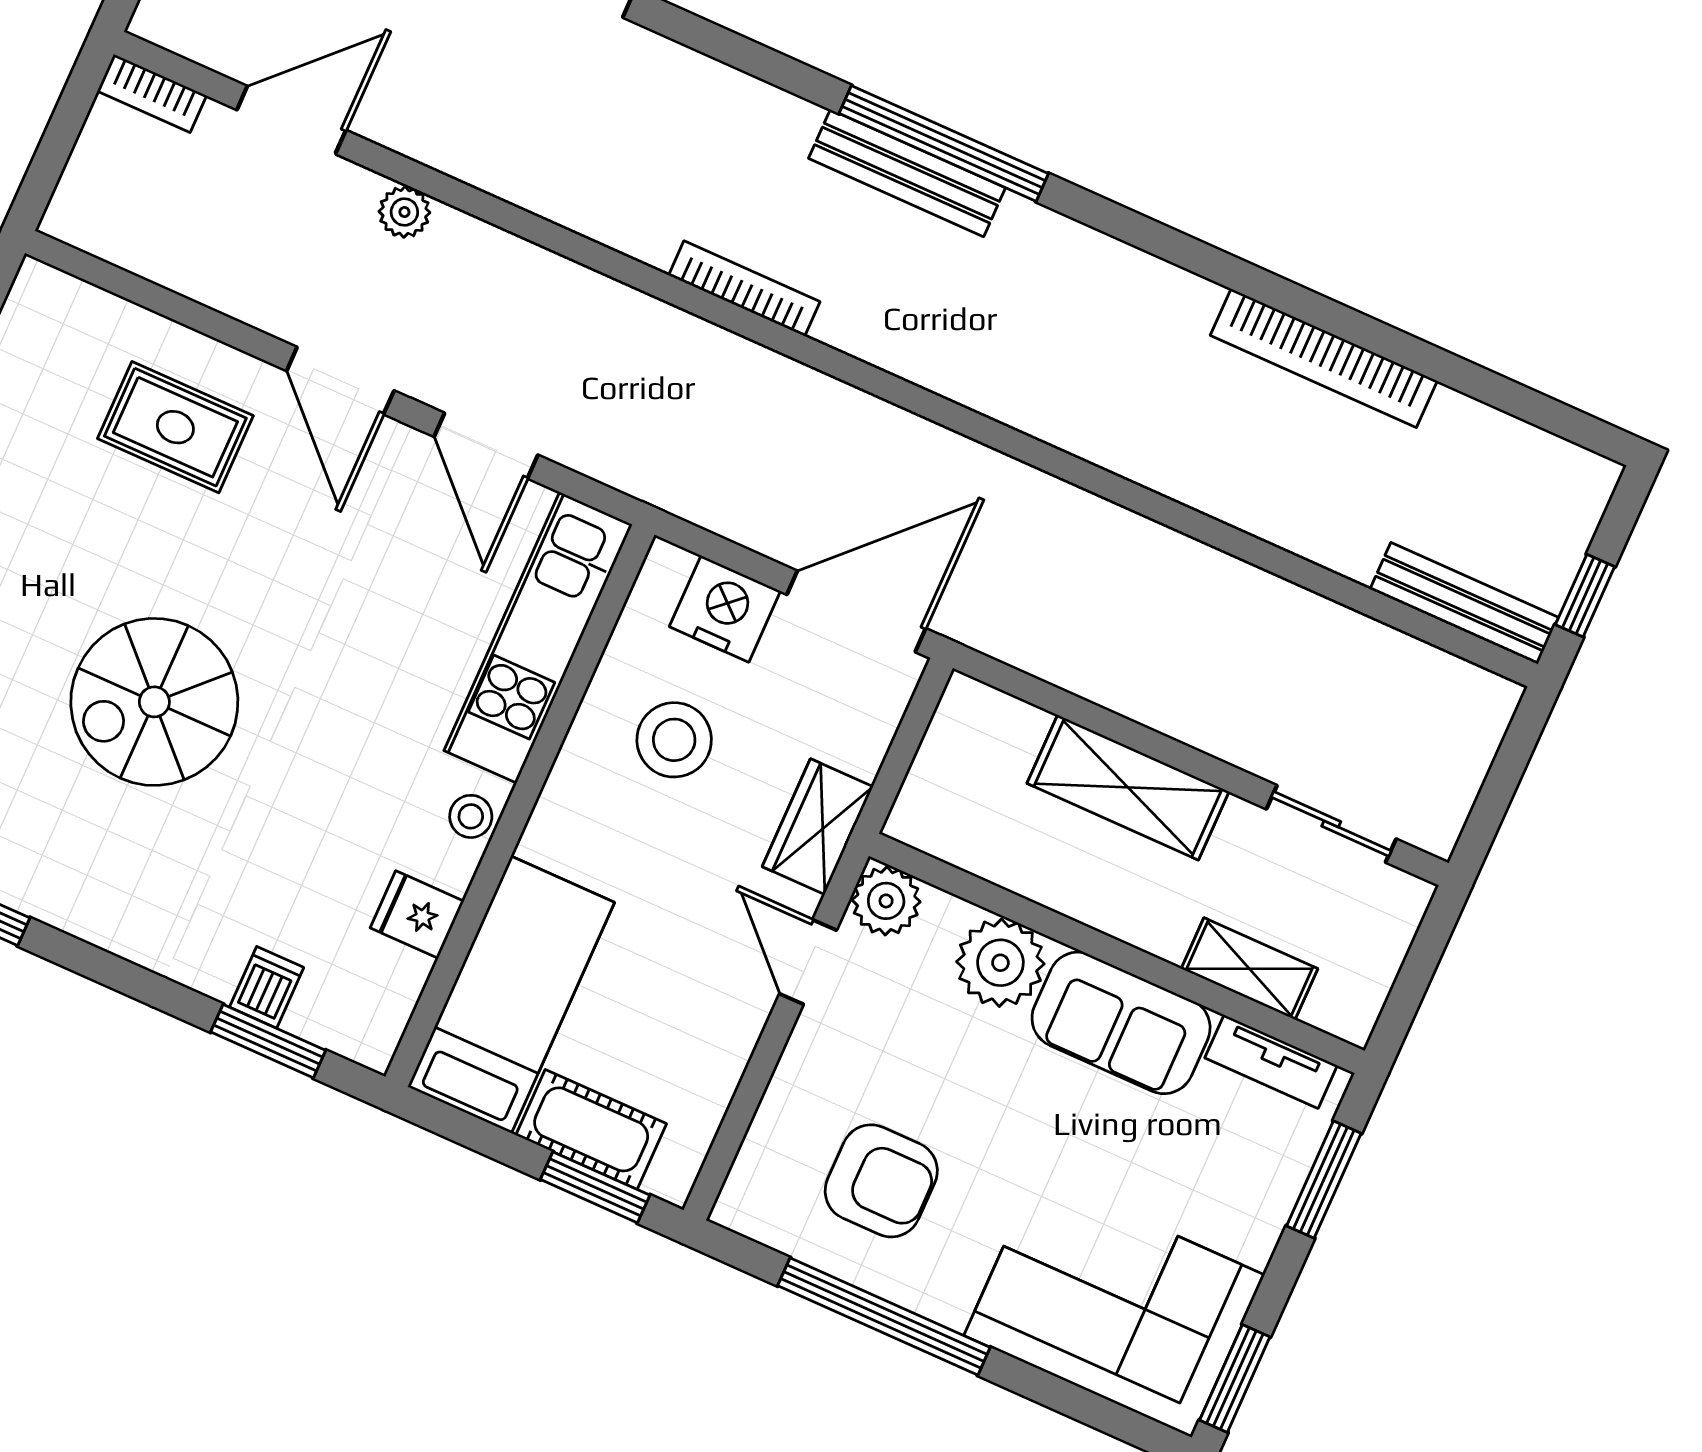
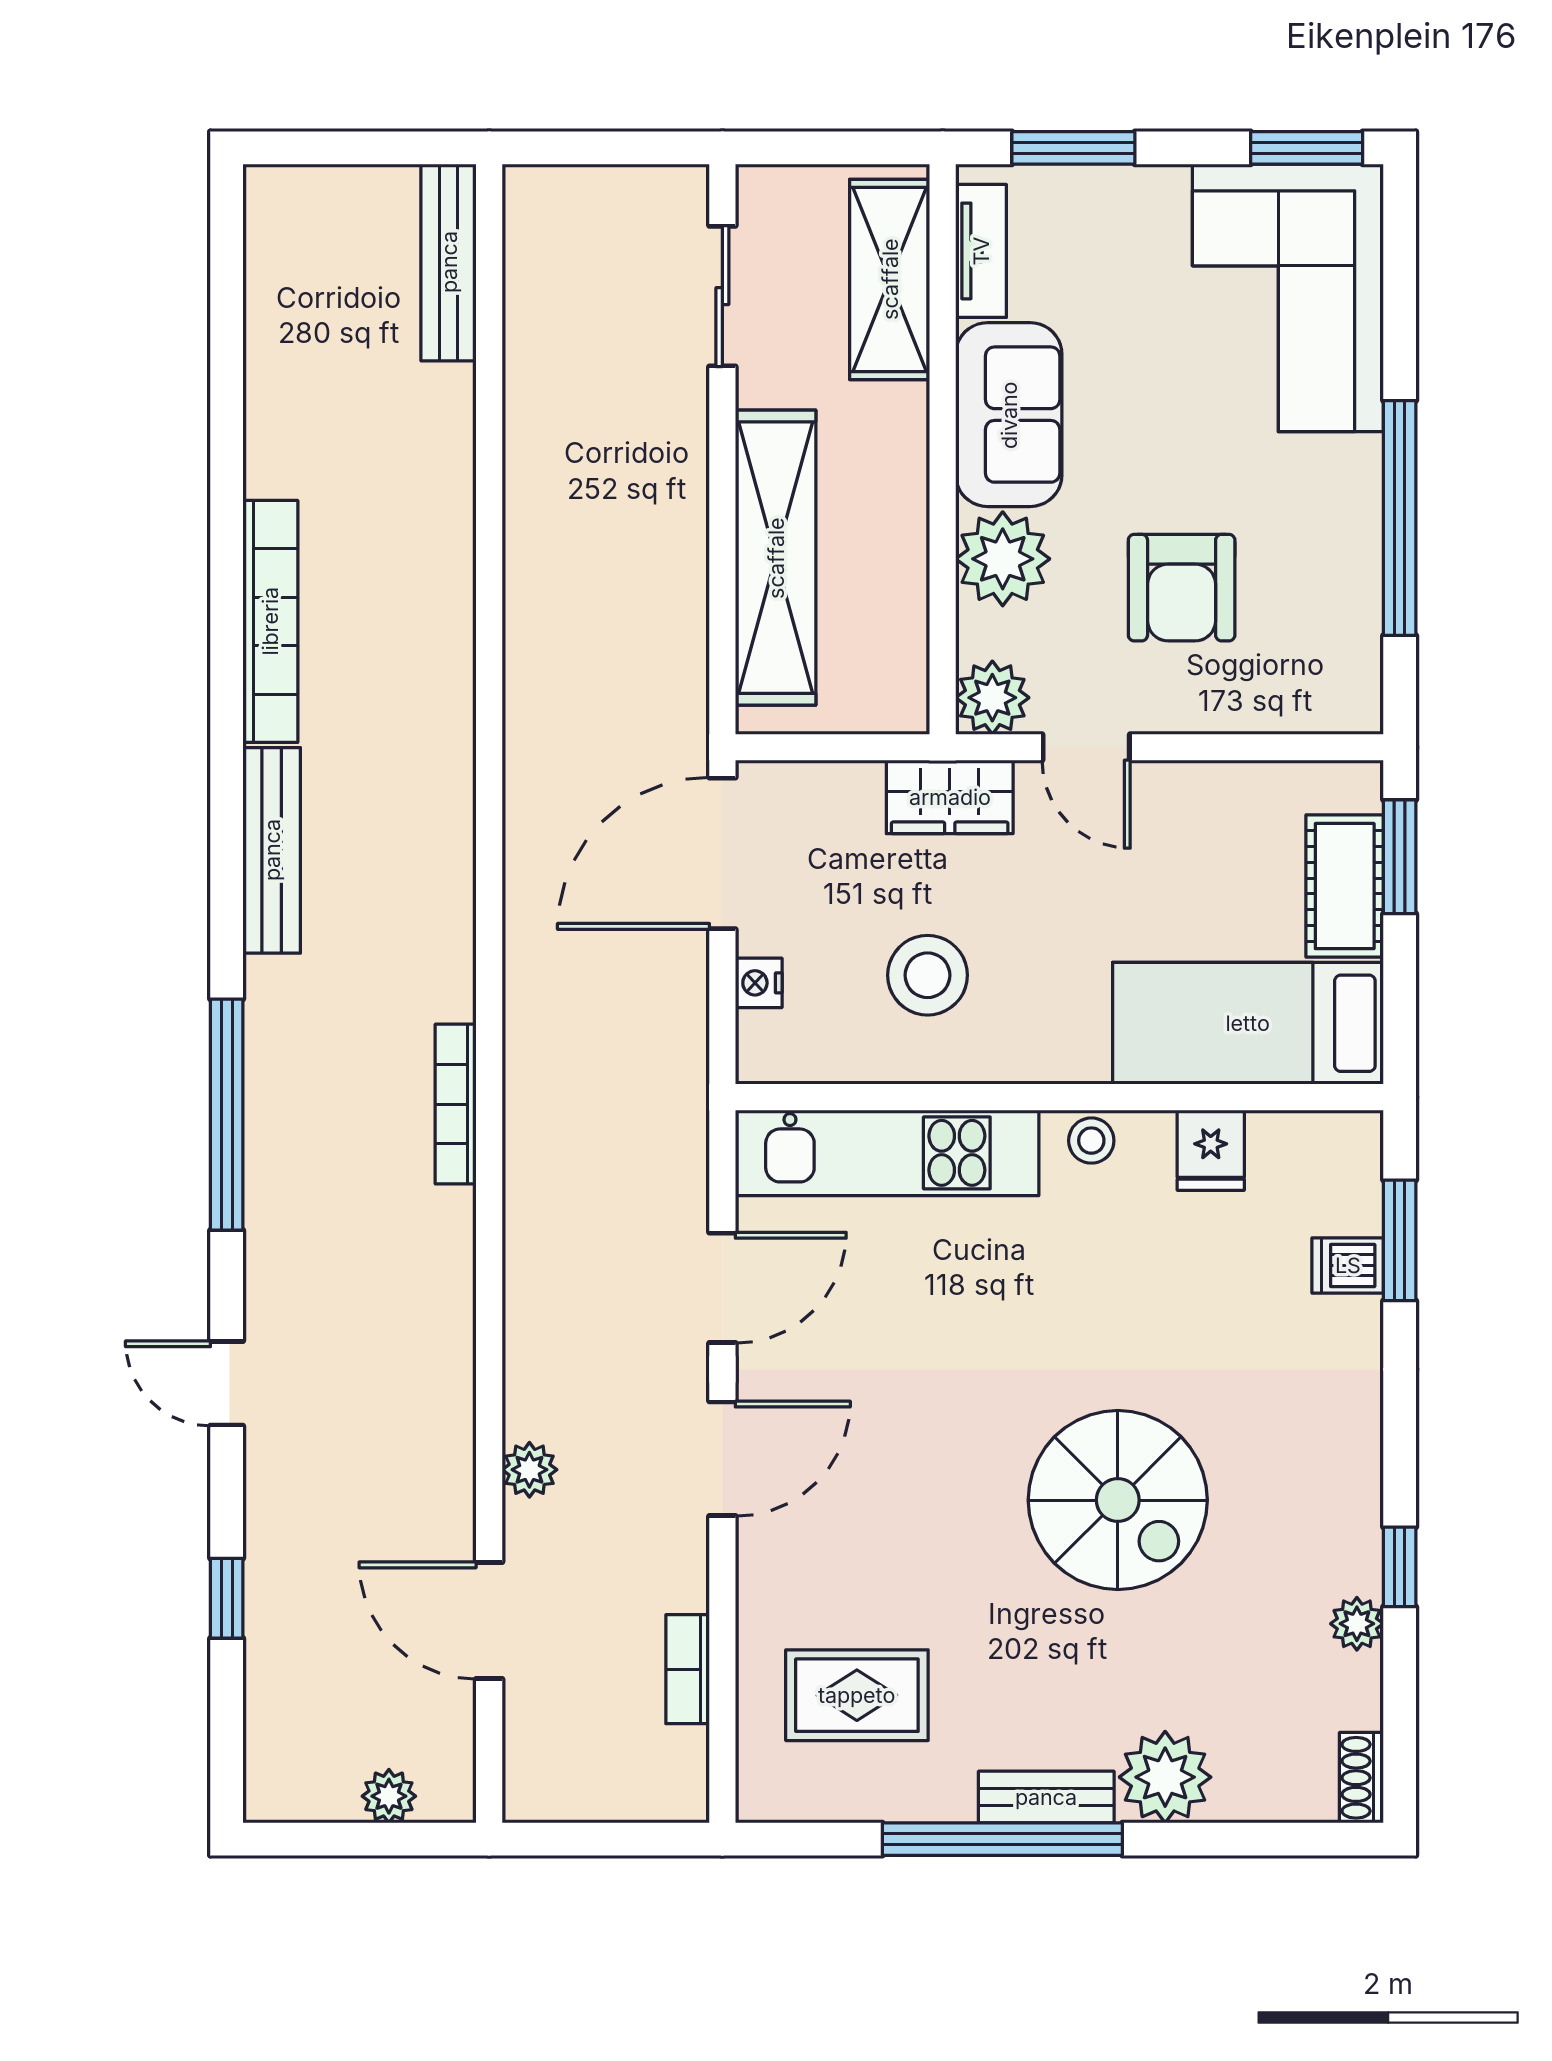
bookcase: (152, 93) -> (688, 1669), moved, turned 180
window: (944, 143) -> (227, 1115), moved
bench: (907, 173) -> (272, 850), moved
bookcase: (1324, 358) -> (270, 621), moved
rug: (175, 427) -> (857, 1695), moved, turned 90
window: (1585, 596) -> (388, 148), removed
nightstand: (725, 609) -> (759, 983), width x0.53, depth x0.56
door: (856, 611) -> (722, 853), hinge flipped
shelving: (1128, 787) -> (776, 558), width x1.47
door: (808, 962) -> (1086, 747), hinge flipped
shelving: (1249, 969) -> (890, 279), width x1.50, depth x1.33
armchair: (881, 1181) -> (1182, 588), moved, turned 180

